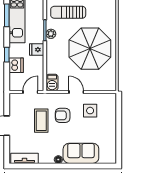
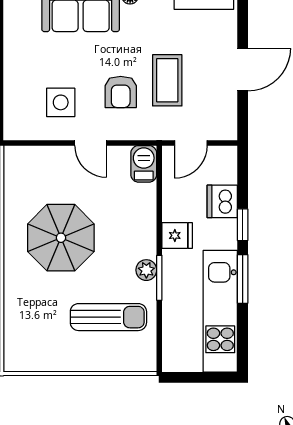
window: (7, 15) -> (243, 279), moved
parasol: (90, 49) -> (61, 238), width x0.73, depth x0.73
armchair: (63, 115) -> (121, 92), turned 90

